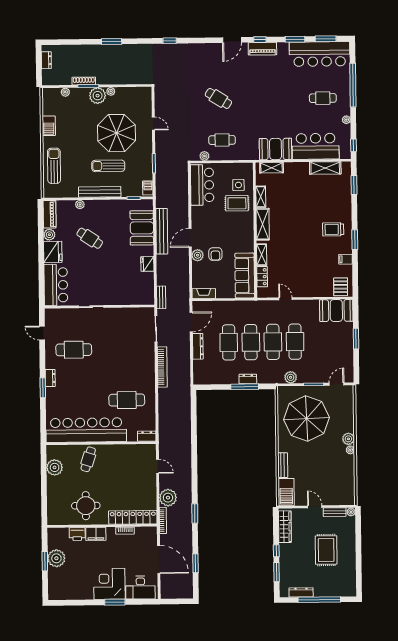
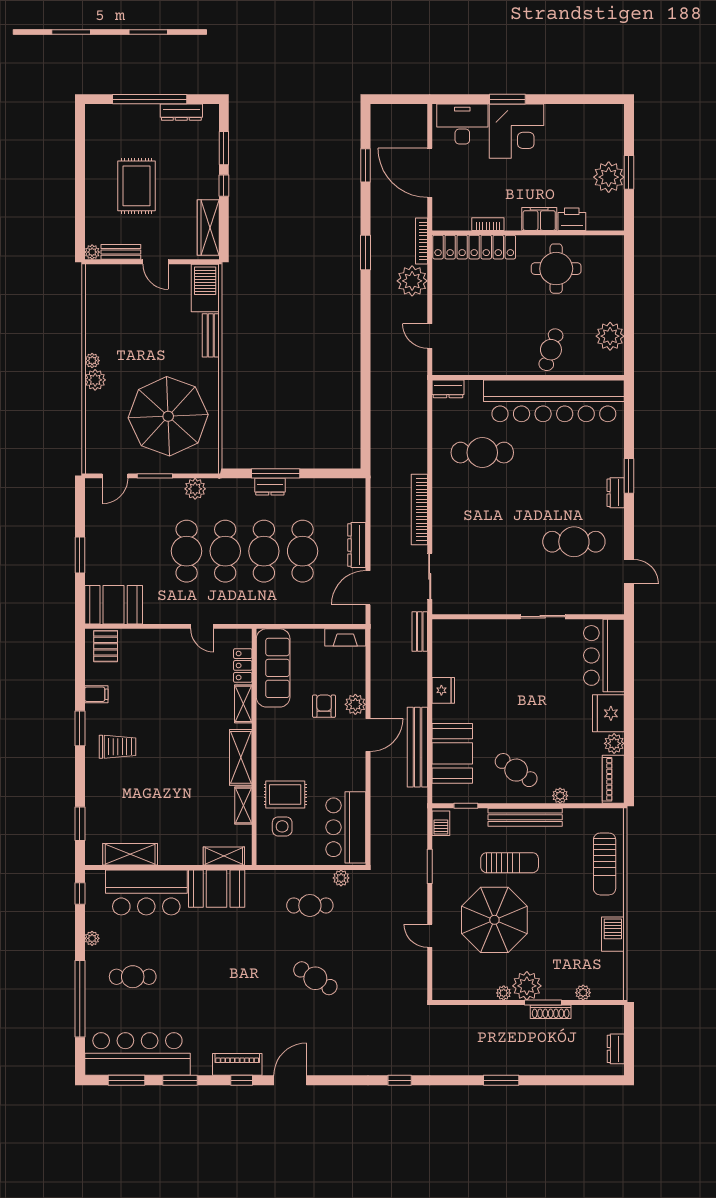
cafe table: (90, 238) -> (516, 770), moved

